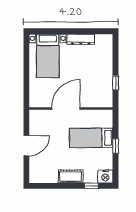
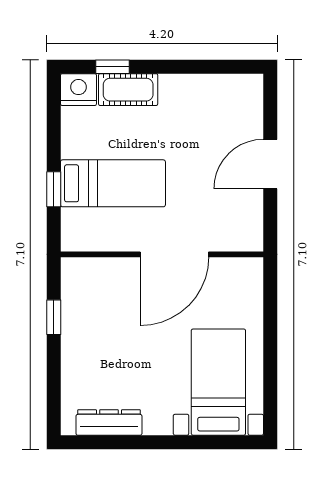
dresser: (81, 39) -> (109, 422), moved
window: (116, 146) -> (54, 189), moved
cot: (71, 176) -> (128, 90), moved

